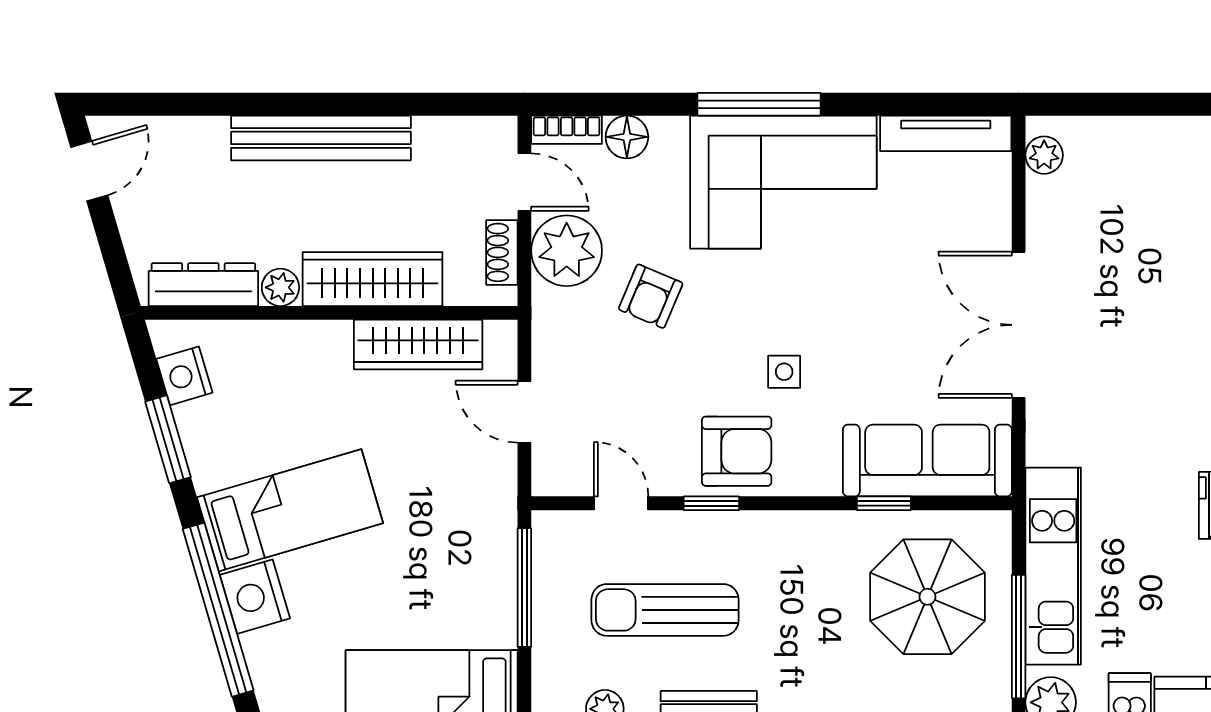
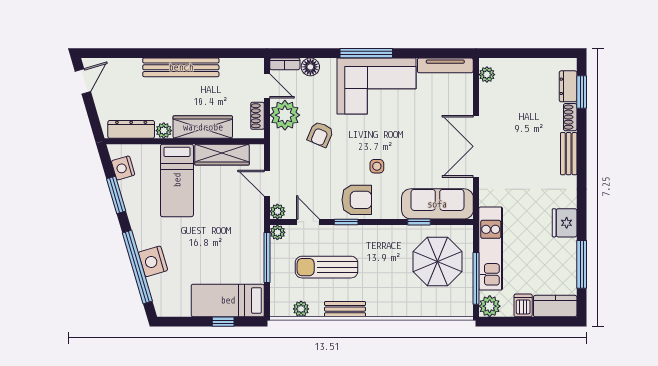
plant: (549, 479) -> (277, 211), added
bed: (290, 510) -> (177, 180), moved, turned 106
plant: (549, 528) -> (277, 232), added

